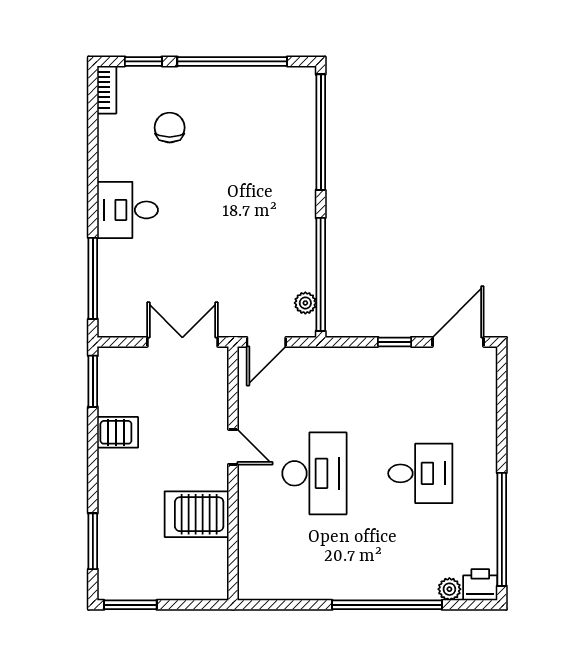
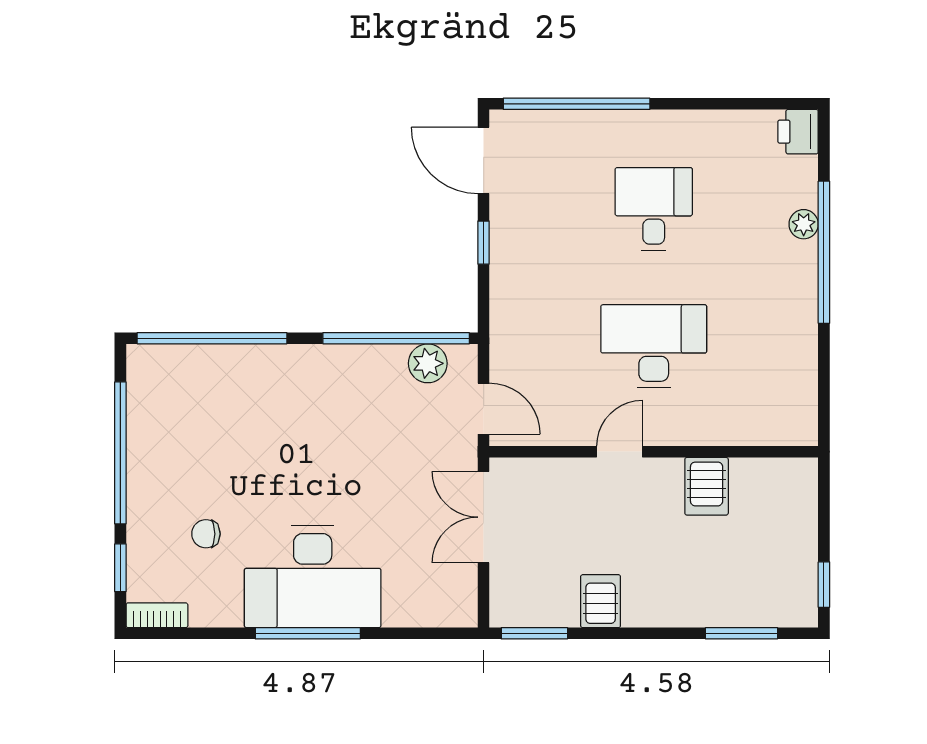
chair: (170, 128) -> (206, 534), width x0.73, depth x0.73
desk: (128, 210) -> (313, 576), width x1.87, depth x1.30
window: (93, 278) -> (308, 633), moved
plant: (305, 303) -> (428, 363), width x1.38, depth x1.38
server rack: (197, 514) -> (707, 486), width x0.73, depth x0.70
window: (502, 529) -> (577, 104), moved
plant: (449, 589) -> (804, 224), moved
window: (130, 605) -> (824, 585), width x0.67

